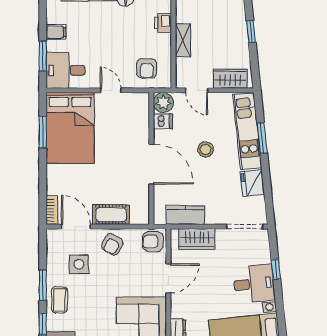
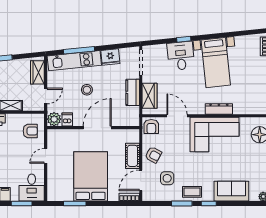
bed: (70, 128) -> (91, 176), moved, turned -90
window: (262, 138) -> (79, 50), width x1.44
kitchen counter: (185, 215) -> (133, 92), moved
window: (276, 269) -> (184, 39), moved

